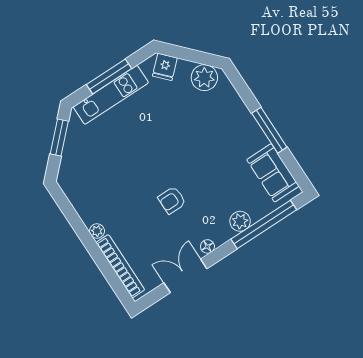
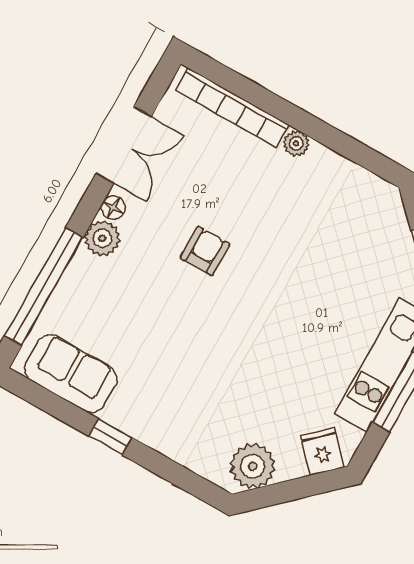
window: (269, 130) -> (110, 437), width x0.46
plant: (240, 221) -> (102, 238), moved

